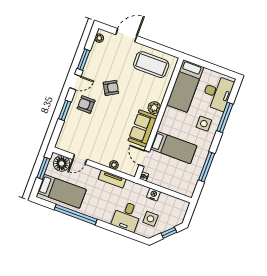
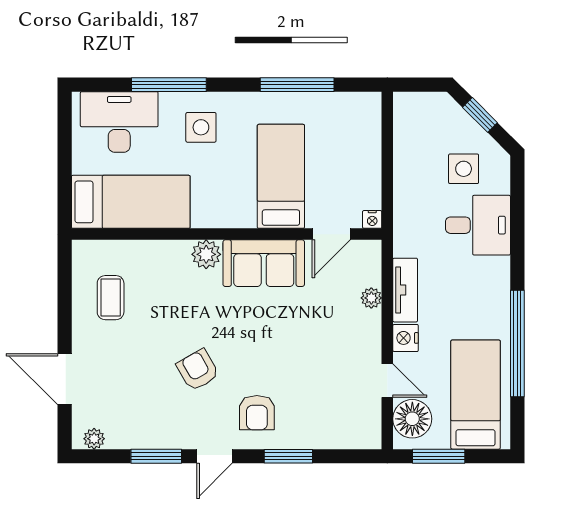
coffee table: (151, 65) -> (111, 298), width x0.54, depth x0.58
door: (75, 82) -> (214, 456), swing flipped
nightstand: (153, 195) -> (406, 338), moved

